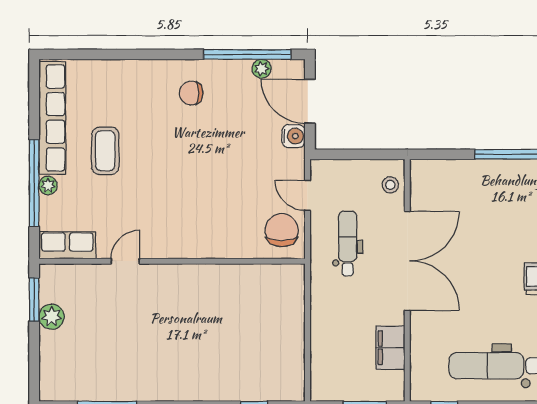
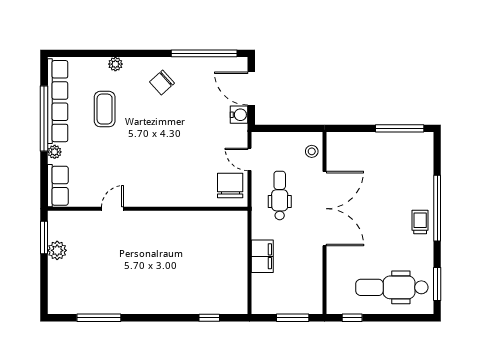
plant: (262, 69) -> (115, 64), moved
chair: (191, 93) -> (162, 82), turned -42
coffee table: (105, 151) -> (105, 109), moved
window: (34, 183) -> (44, 119), moved
row of seats: (67, 245) -> (58, 186), moved, turned 90
filing cabinet: (390, 348) -> (262, 256), moved, turned 180

